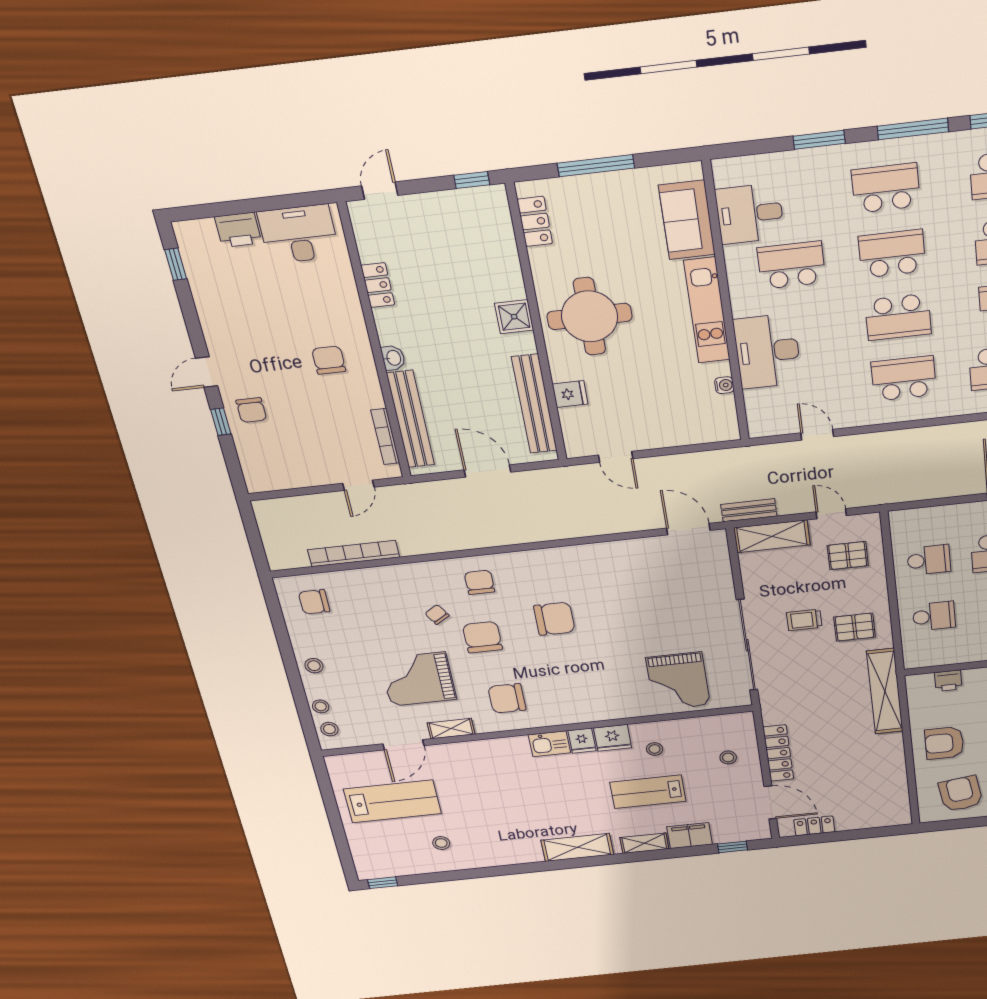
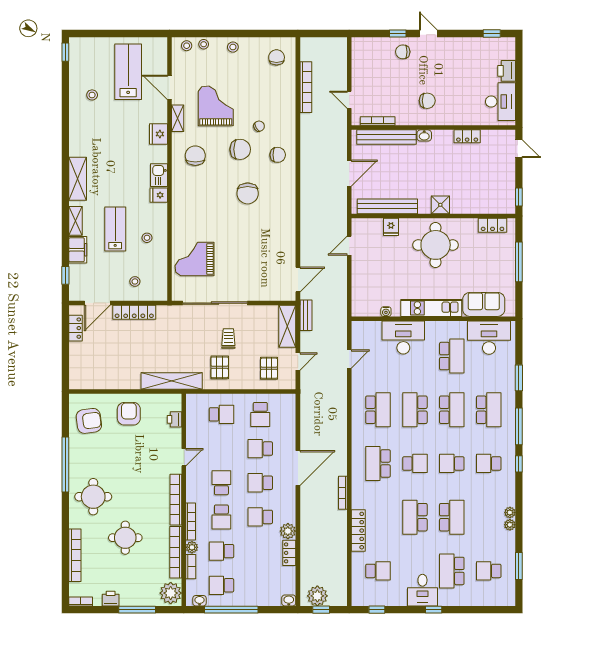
desk: (750, 214) -> (489, 338), width x1.37
school desk: (934, 616) -> (221, 414), turned -90
fridge: (613, 738) -> (158, 134), moved
lab bench: (392, 801) -> (128, 72), turned 180

